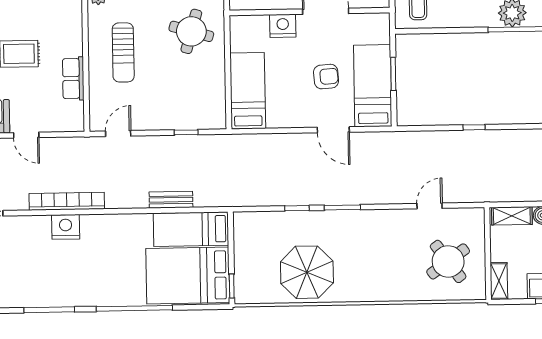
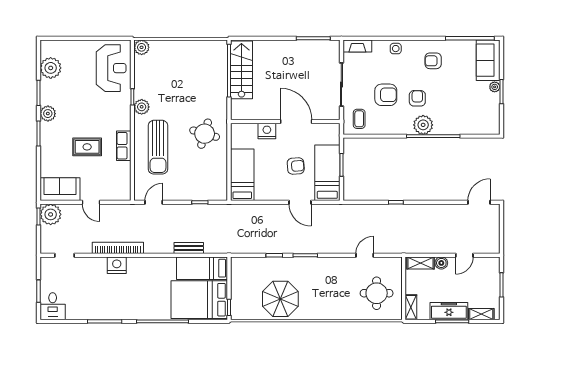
sun lounger: (123, 52) -> (158, 147), width x1.36, depth x1.34
row of seats: (73, 78) -> (124, 146), moved
round table: (448, 261) -> (377, 293), turned 36

